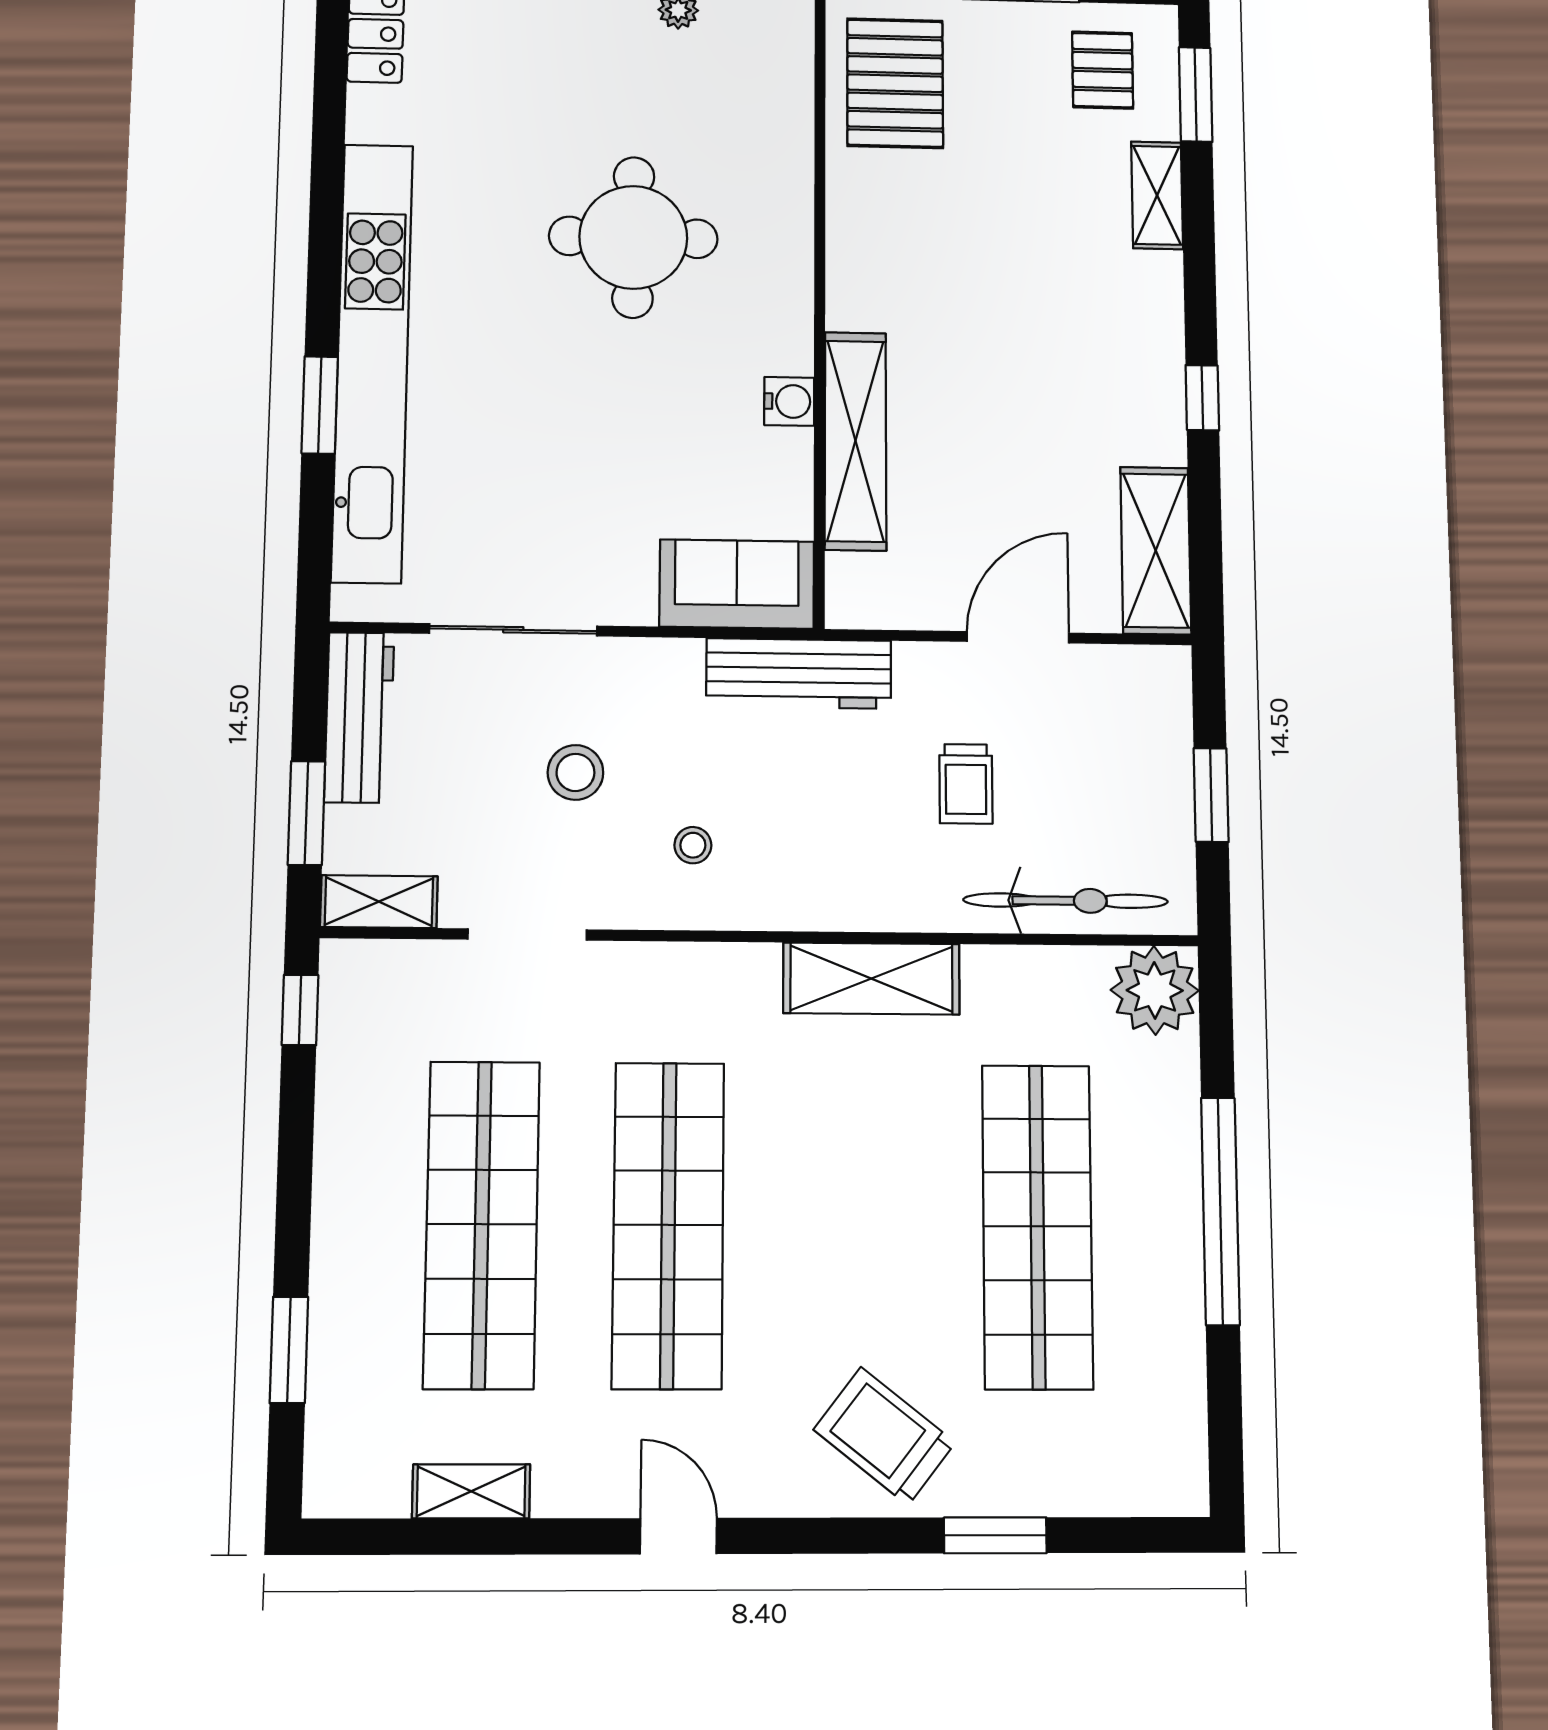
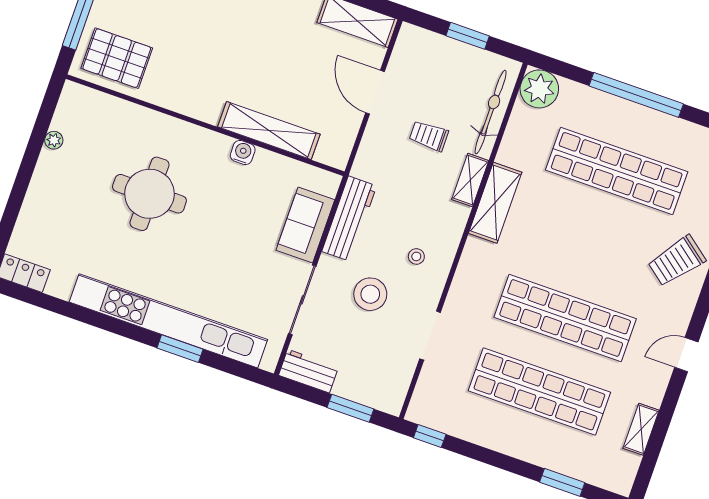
sofa: (737, 584) -> (305, 225), moved
workbench: (799, 673) -> (349, 219), moved
workbench: (359, 717) -> (308, 371), width x0.73
stool: (575, 772) -> (370, 294), width x1.38, depth x1.38
trolley: (966, 784) -> (429, 136), turned 180
shelving: (379, 902) -> (470, 180), moved

